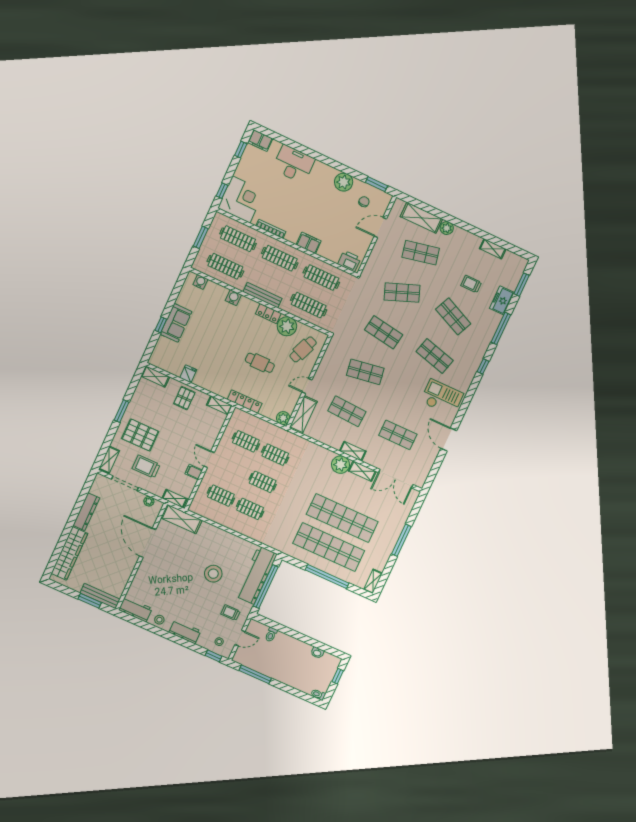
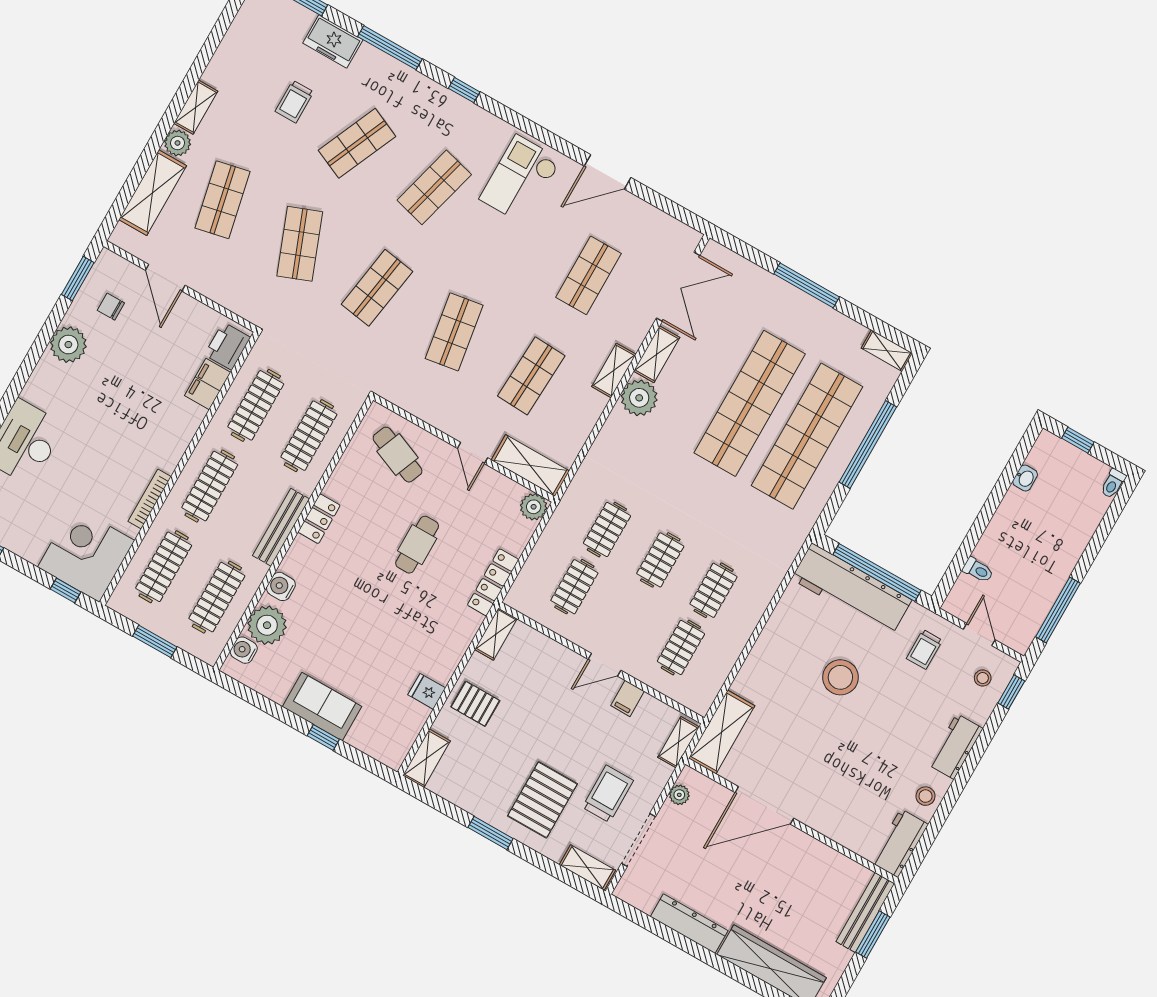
filing cabinet: (309, 243) -> (208, 384), moved
shelving: (493, 249) -> (196, 107), moved
plant: (287, 326) -> (267, 625), moved
trolley: (146, 467) -> (608, 794), turned 180

